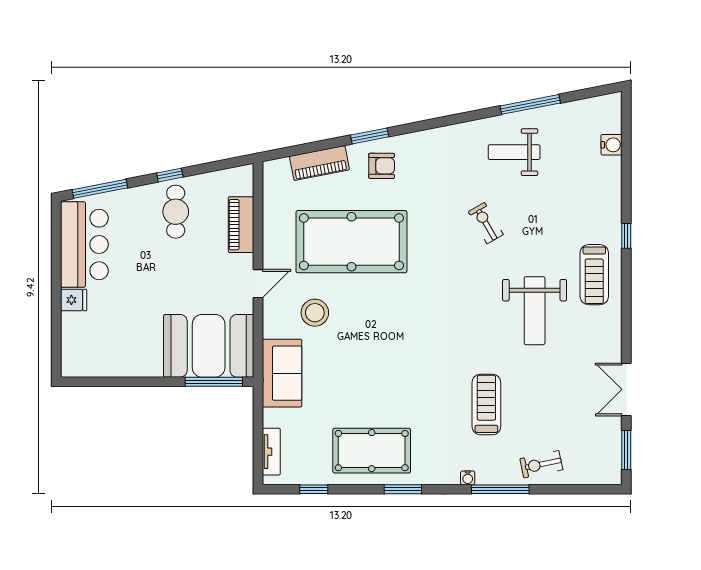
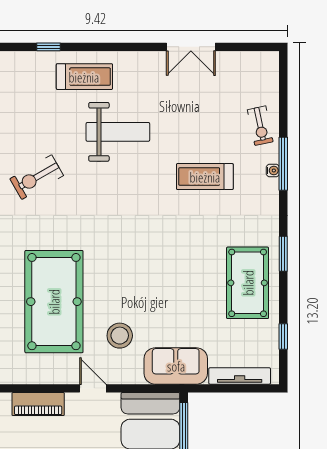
exercise bike: (486, 223) -> (37, 177), width x1.38, depth x1.39
window: (626, 450) -> (247, 47), removed
tv unit: (271, 452) -> (240, 376), width x1.41
water cooler: (468, 478) -> (273, 170), moved

